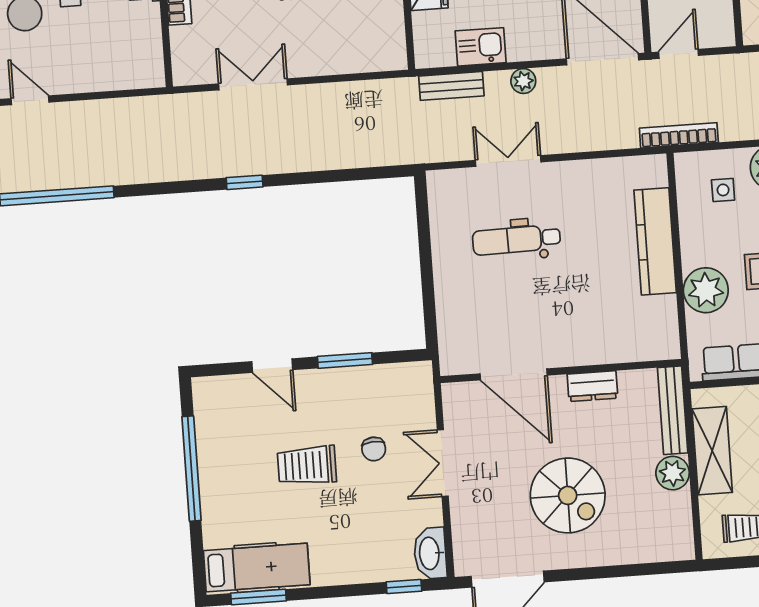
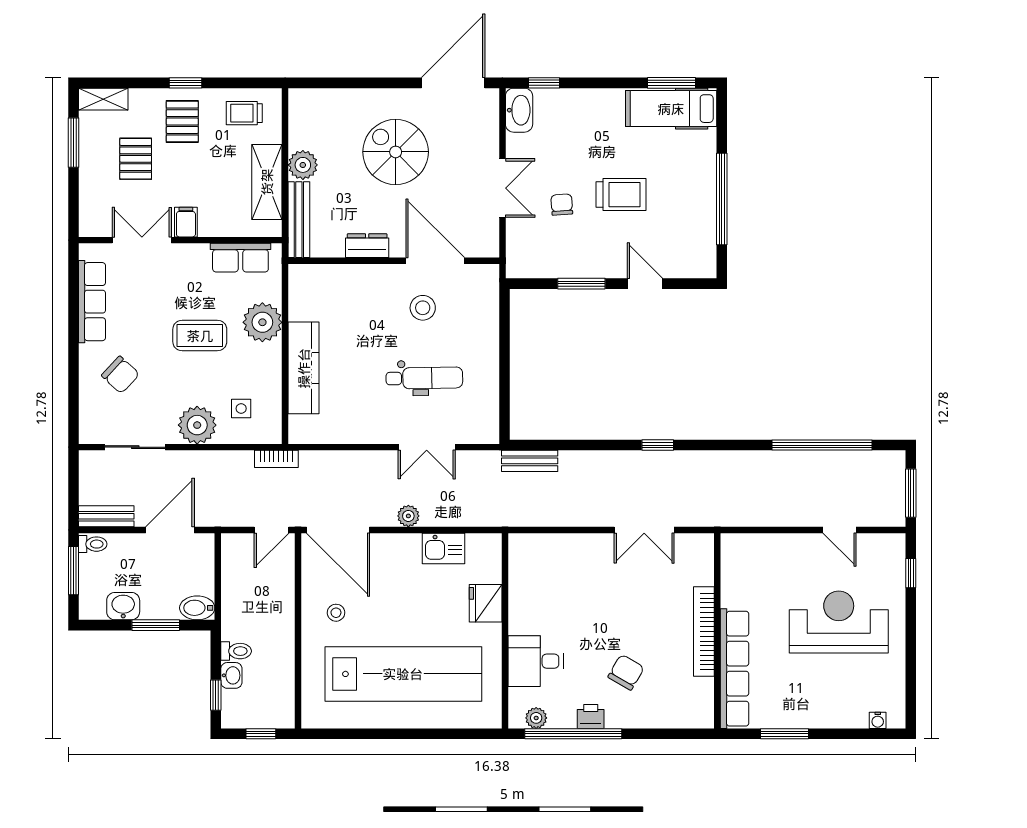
bench: (451, 86) -> (530, 461), moved
bookcase: (679, 135) -> (276, 459), width x0.64
stool: (524, 320) -> (423, 308), added

